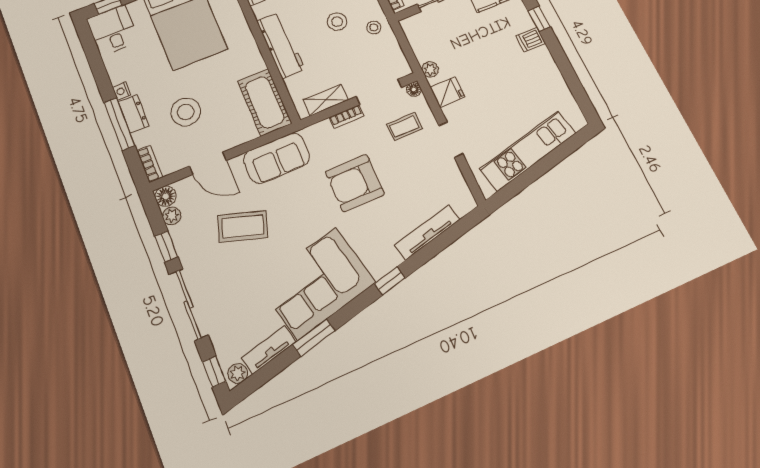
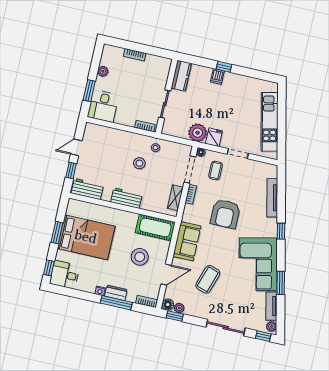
window: (539, 19) -> (224, 67), moved
workbench: (281, 45) -> (126, 198), width x0.73
plant: (430, 69) -> (198, 133), width x1.87, depth x1.87
stool: (186, 112) -> (140, 257), moved
window: (166, 246) -> (175, 316), moved

